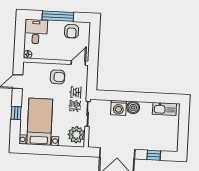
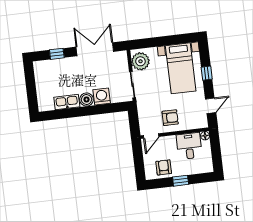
window: (58, 16) -> (181, 181), width x0.46
desk: (36, 32) -> (189, 146), moved, turned 180
armchair: (58, 77) -> (170, 118), turned 180
kitchen sink: (164, 109) -> (67, 102), moved

